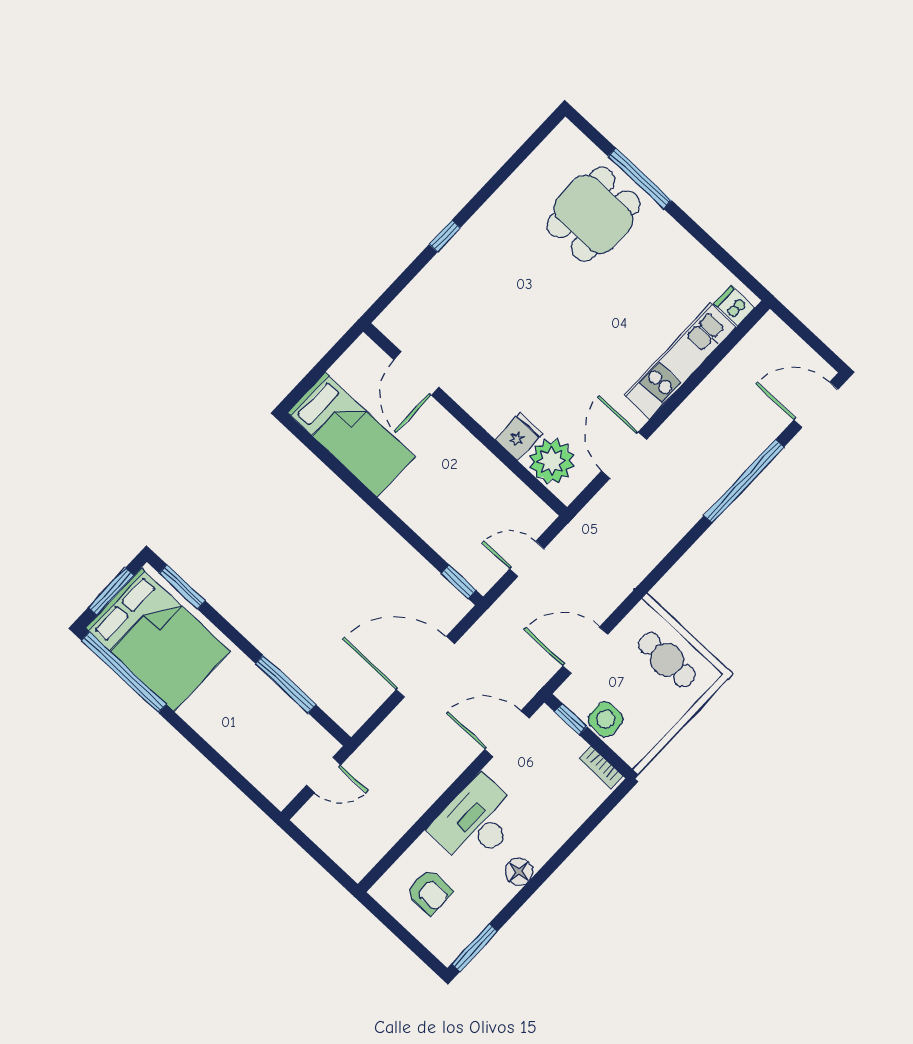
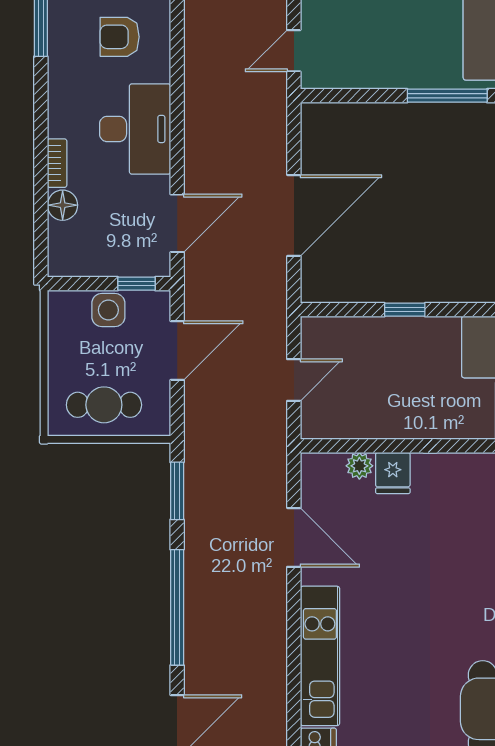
plant: (552, 461) -> (359, 466), width x0.53, depth x0.53
window: (672, 558) -> (177, 491), added
window: (459, 582) -> (405, 310), moved
window: (286, 684) -> (447, 96), moved
bookcase: (601, 767) -> (57, 163), moved, turned 90
floor lamp: (519, 872) -> (63, 205), moved

